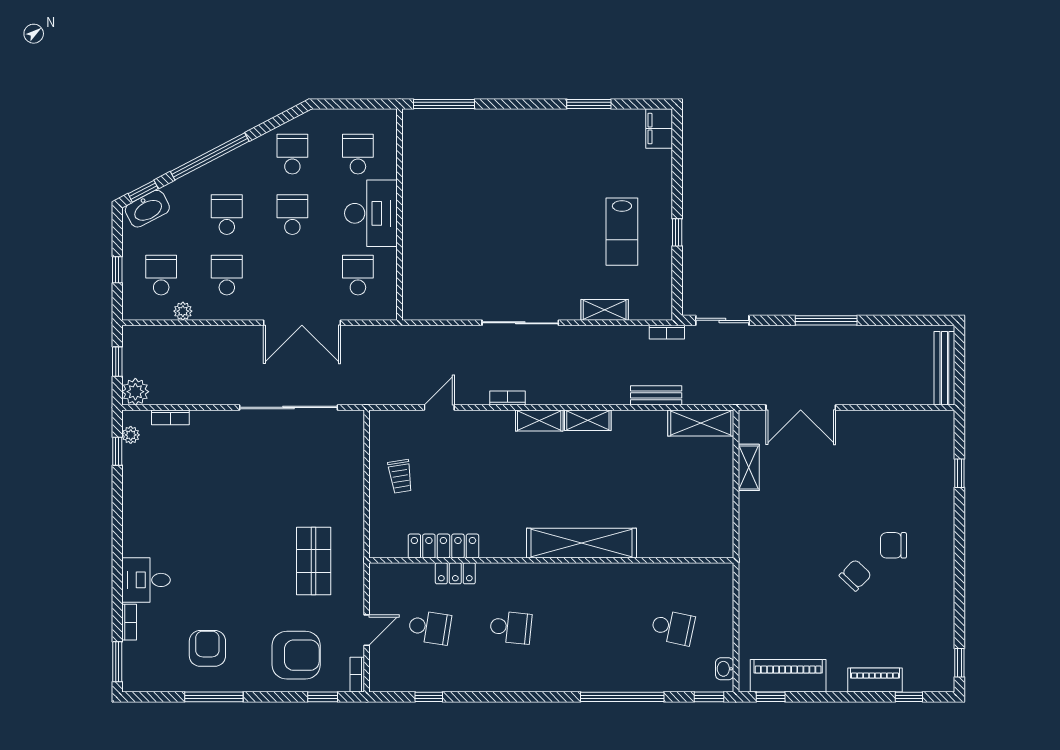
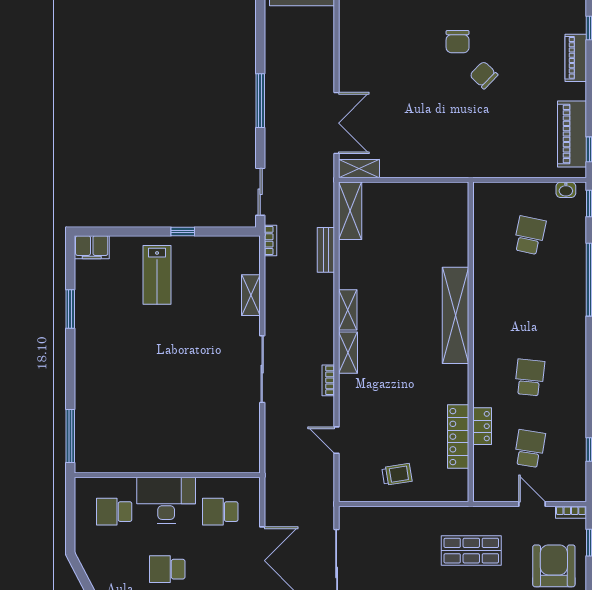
school desk: (292, 154) -> (114, 569), removed
lab bench: (622, 232) -> (157, 275), moved, turned 90
shelving: (749, 467) -> (359, 169), moved

